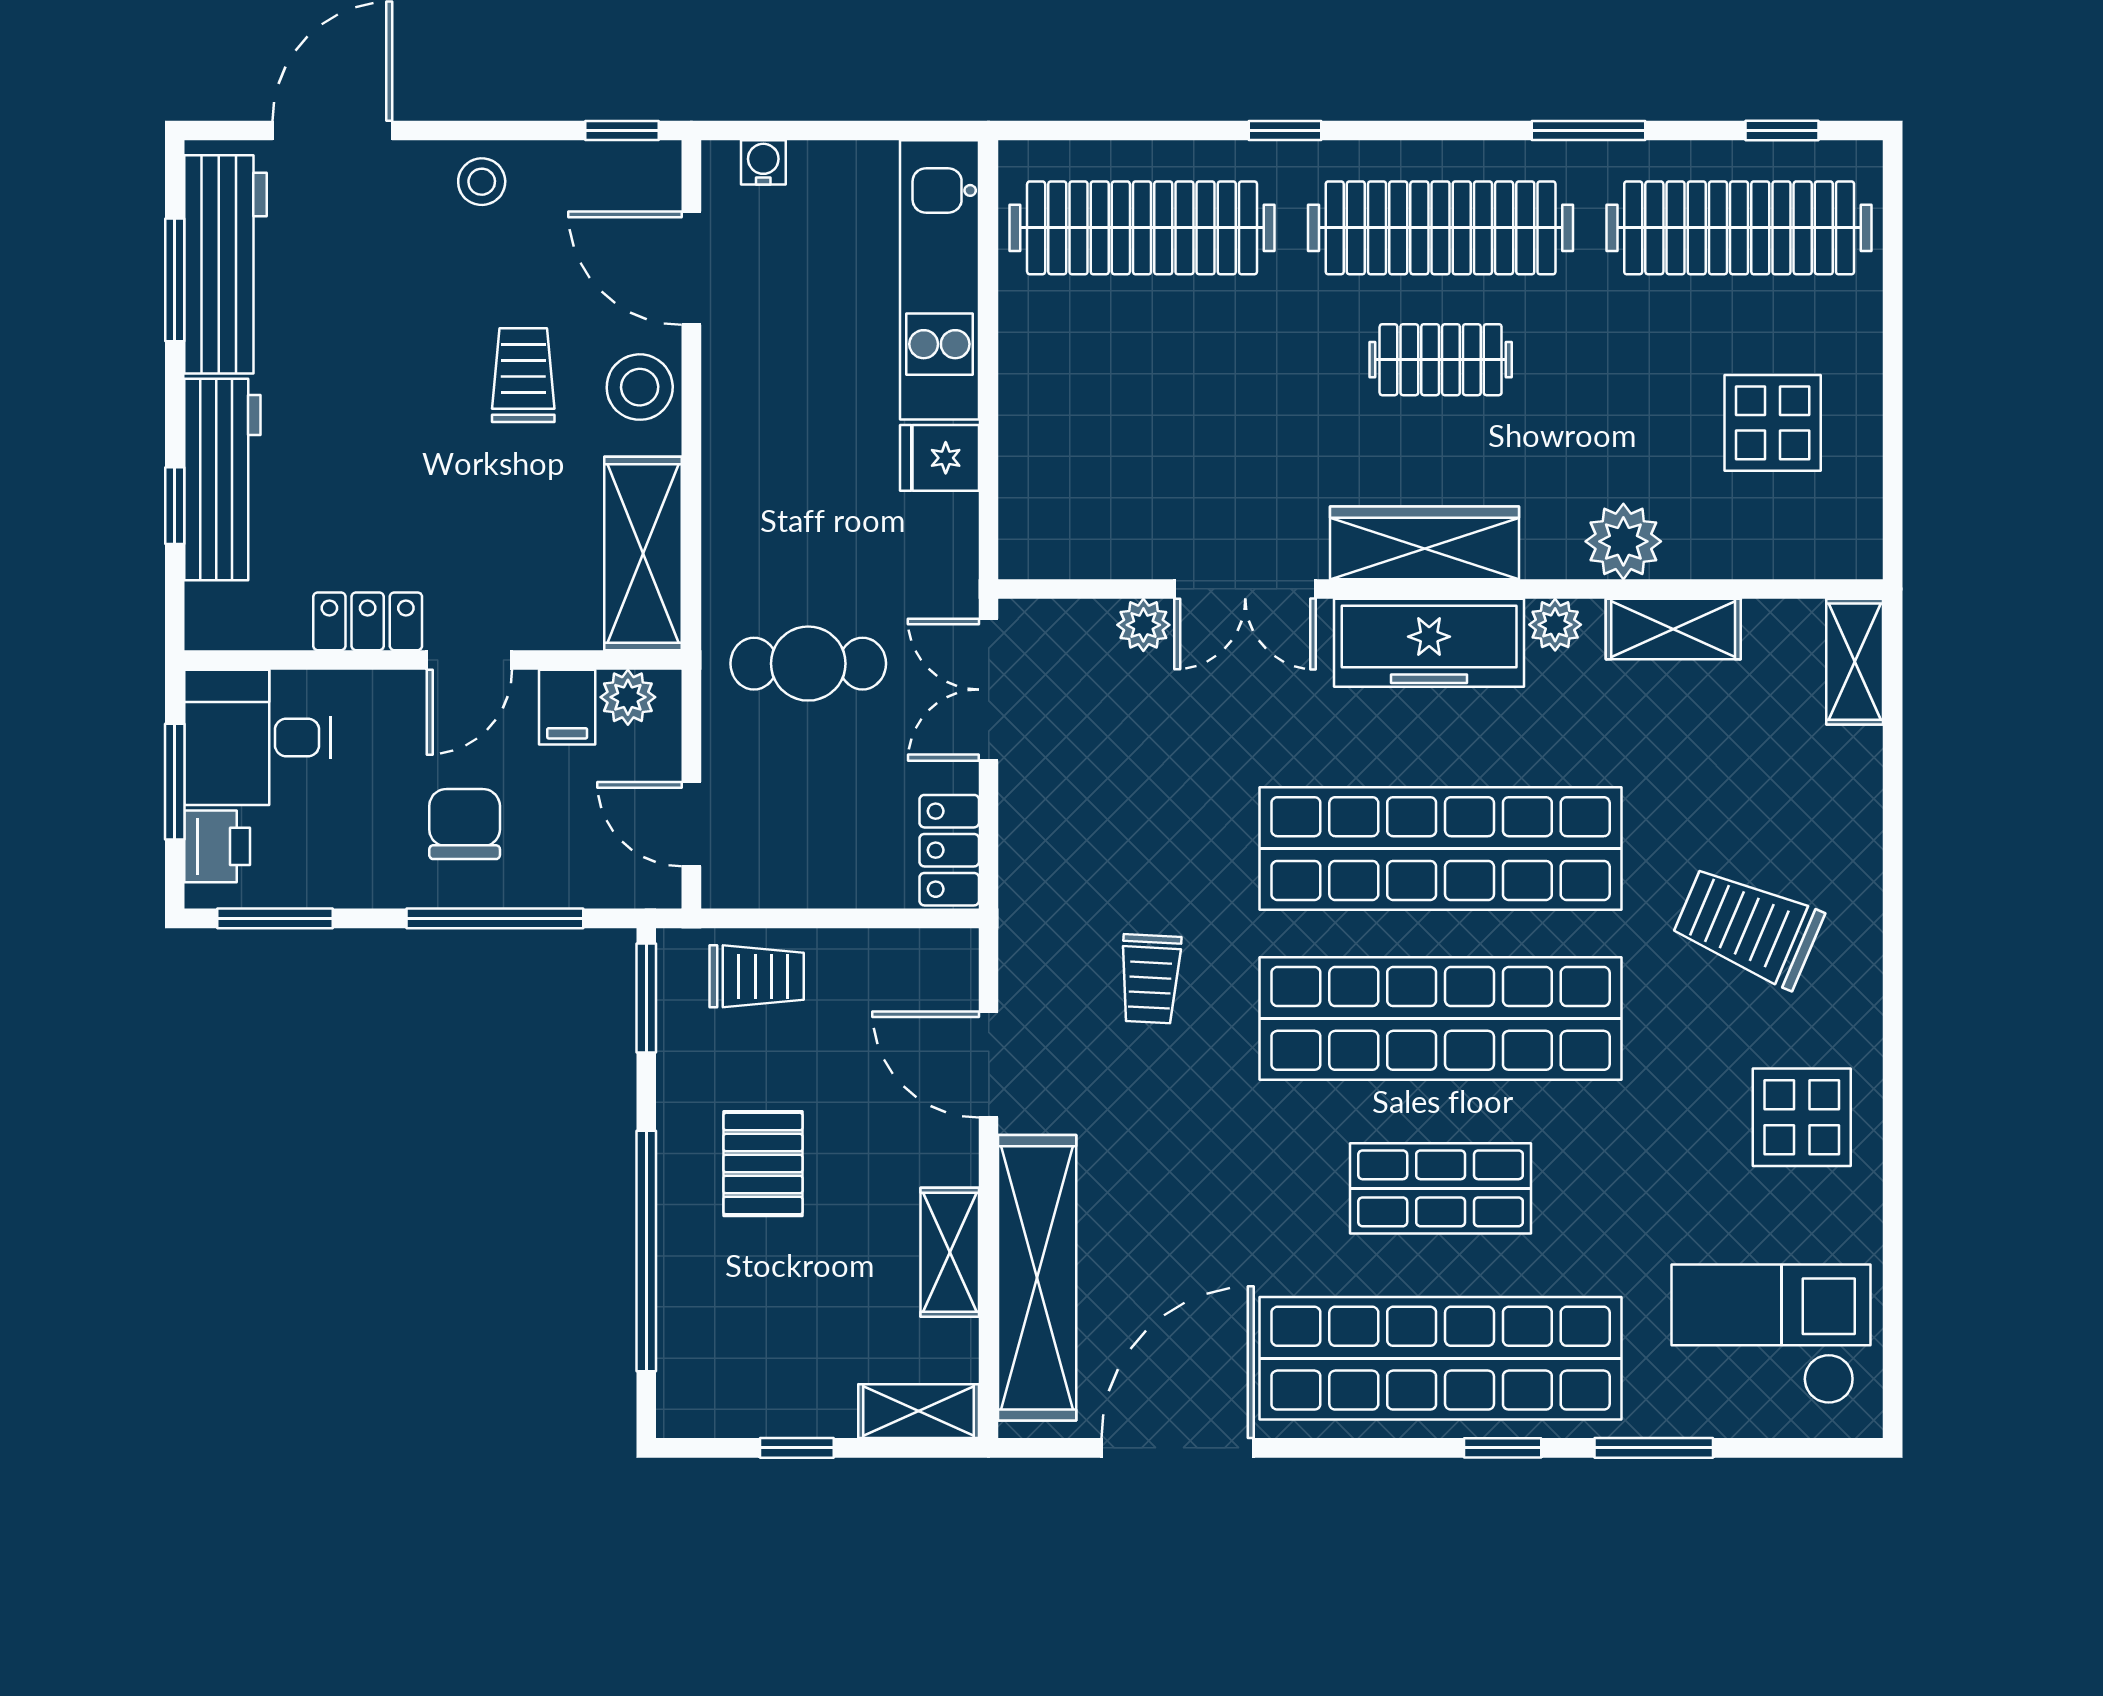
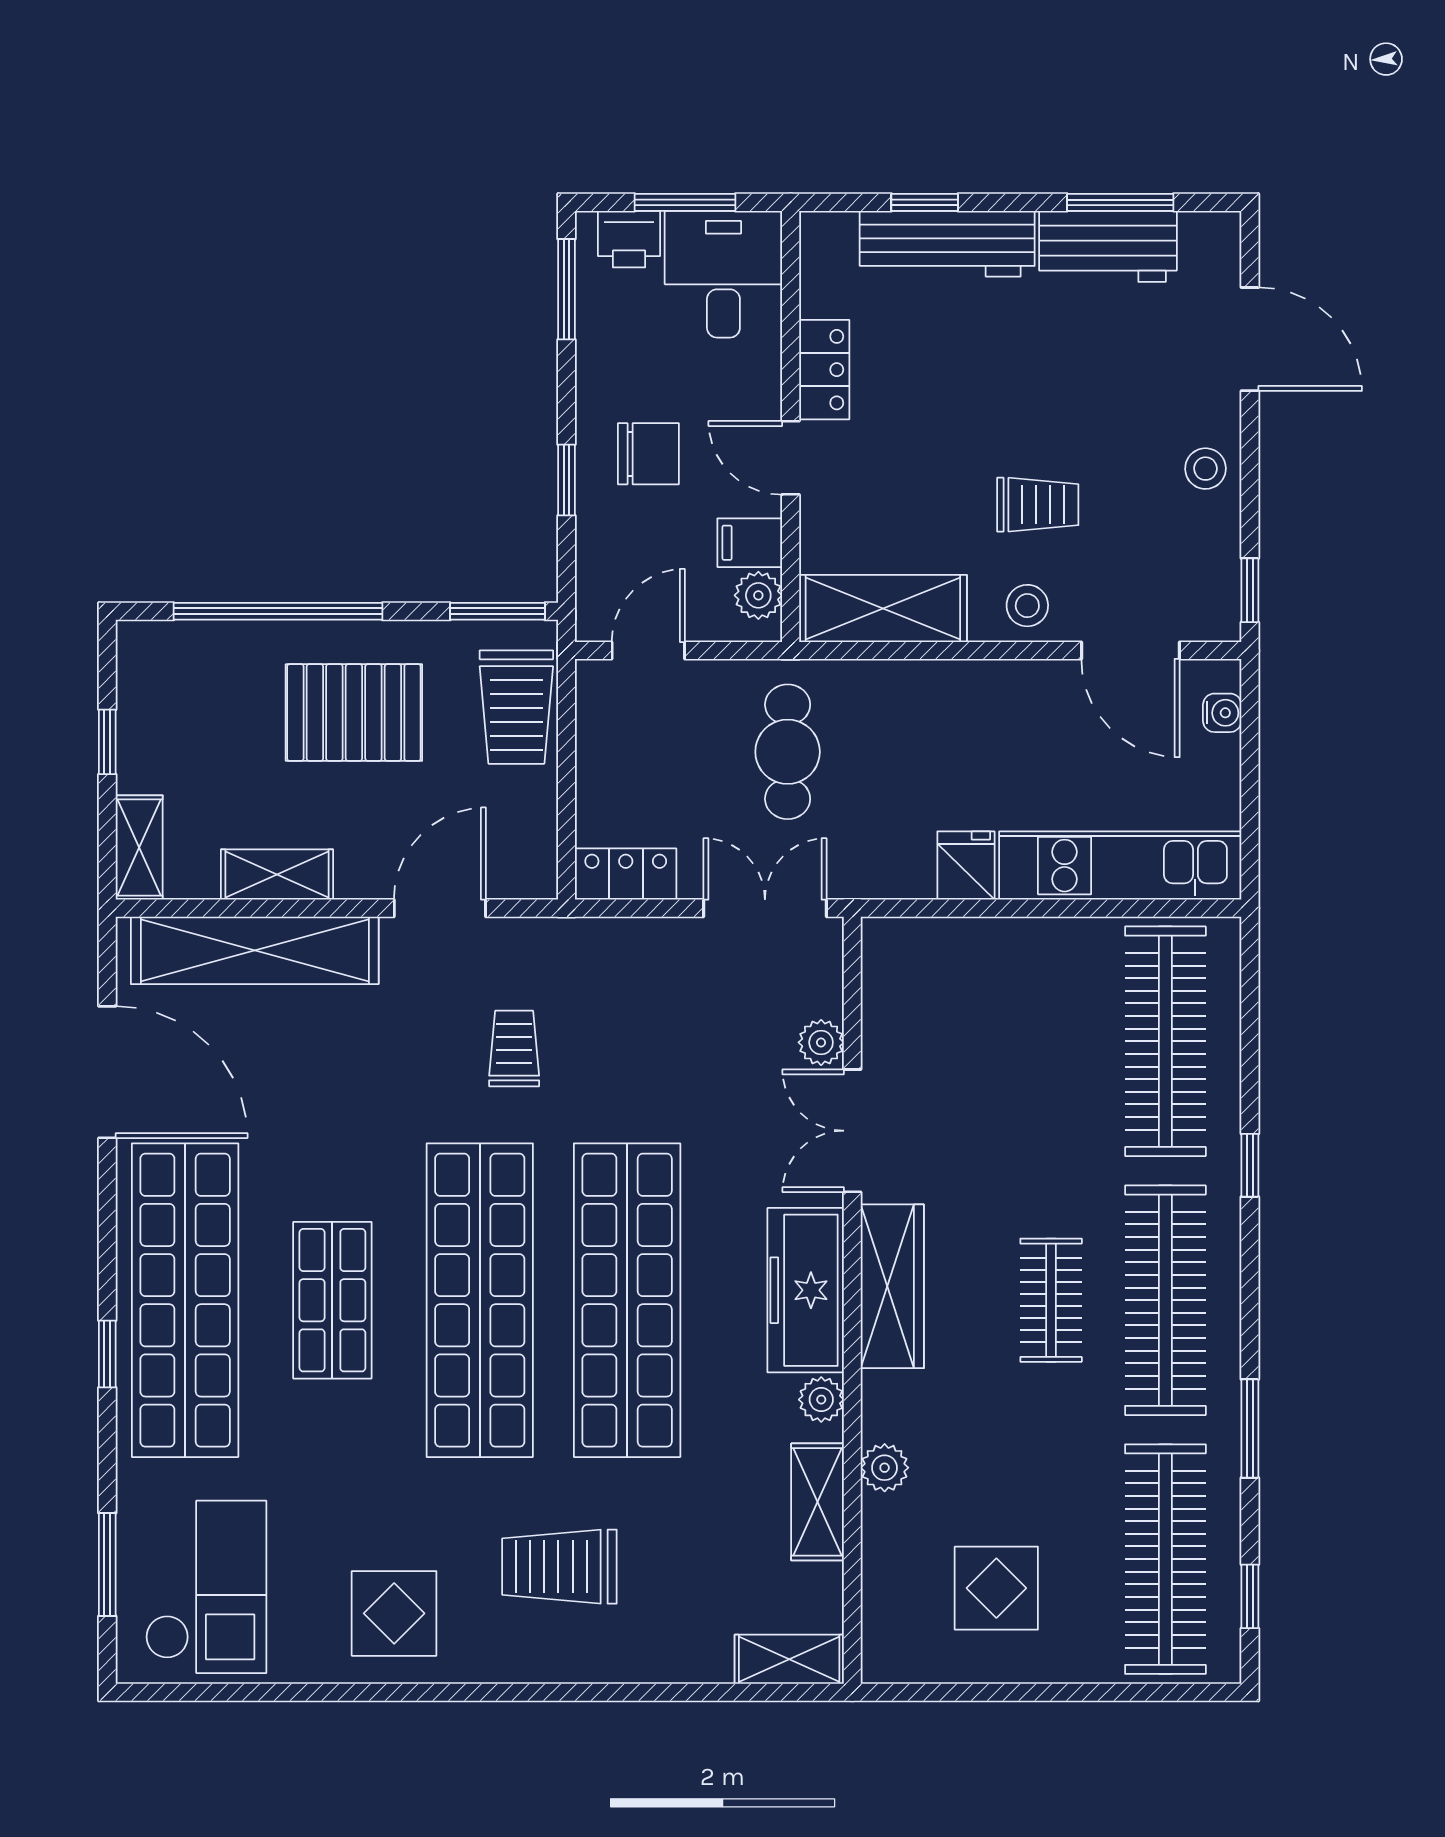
workbench: (225, 264) -> (1108, 246), width x0.73
door: (691, 268) -> (1130, 650), swing flipped
stool: (640, 387) -> (1027, 606), width x0.73, depth x0.73
plant: (1623, 541) -> (885, 1468), width x0.73, depth x0.73
window: (495, 918) -> (567, 480), width x0.46
trolley: (1748, 927) -> (559, 1567), turned -113
trolley: (757, 976) -> (516, 707), width x1.36, depth x1.39
trolley: (1150, 979) -> (514, 1049), turned 87
pallet: (763, 1164) -> (354, 713), width x1.50, depth x1.42
window: (1654, 1448) -> (107, 1564), moved

